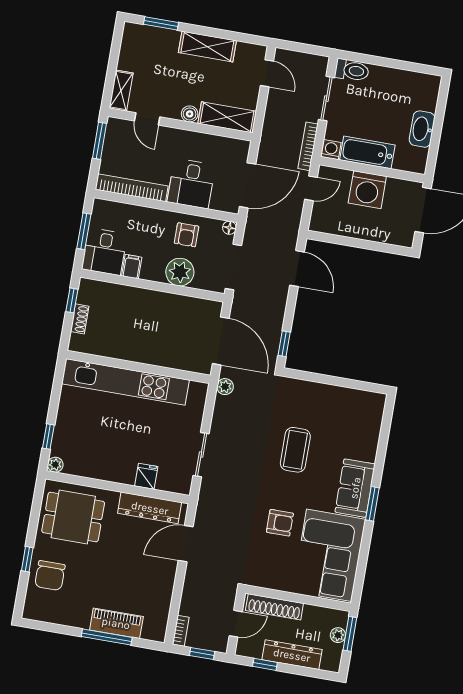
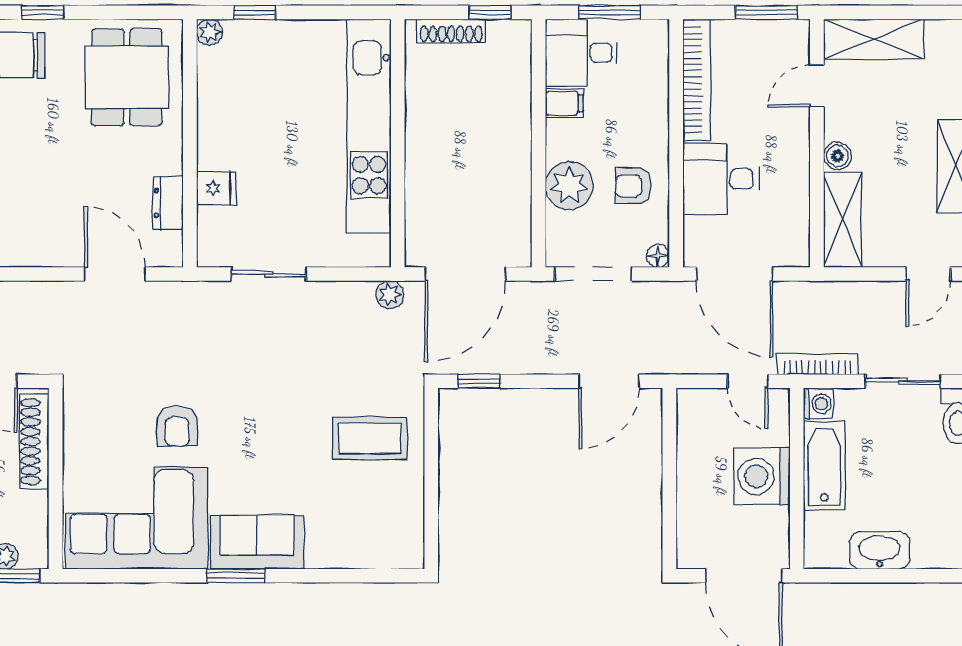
shelving: (121, 91) -> (873, 39), width x1.50, depth x1.33
shoe rack: (80, 319) -> (451, 31), width x1.43
coffee table: (295, 450) -> (370, 438), moved
dresser: (150, 508) -> (168, 203), width x0.51, depth x0.80

